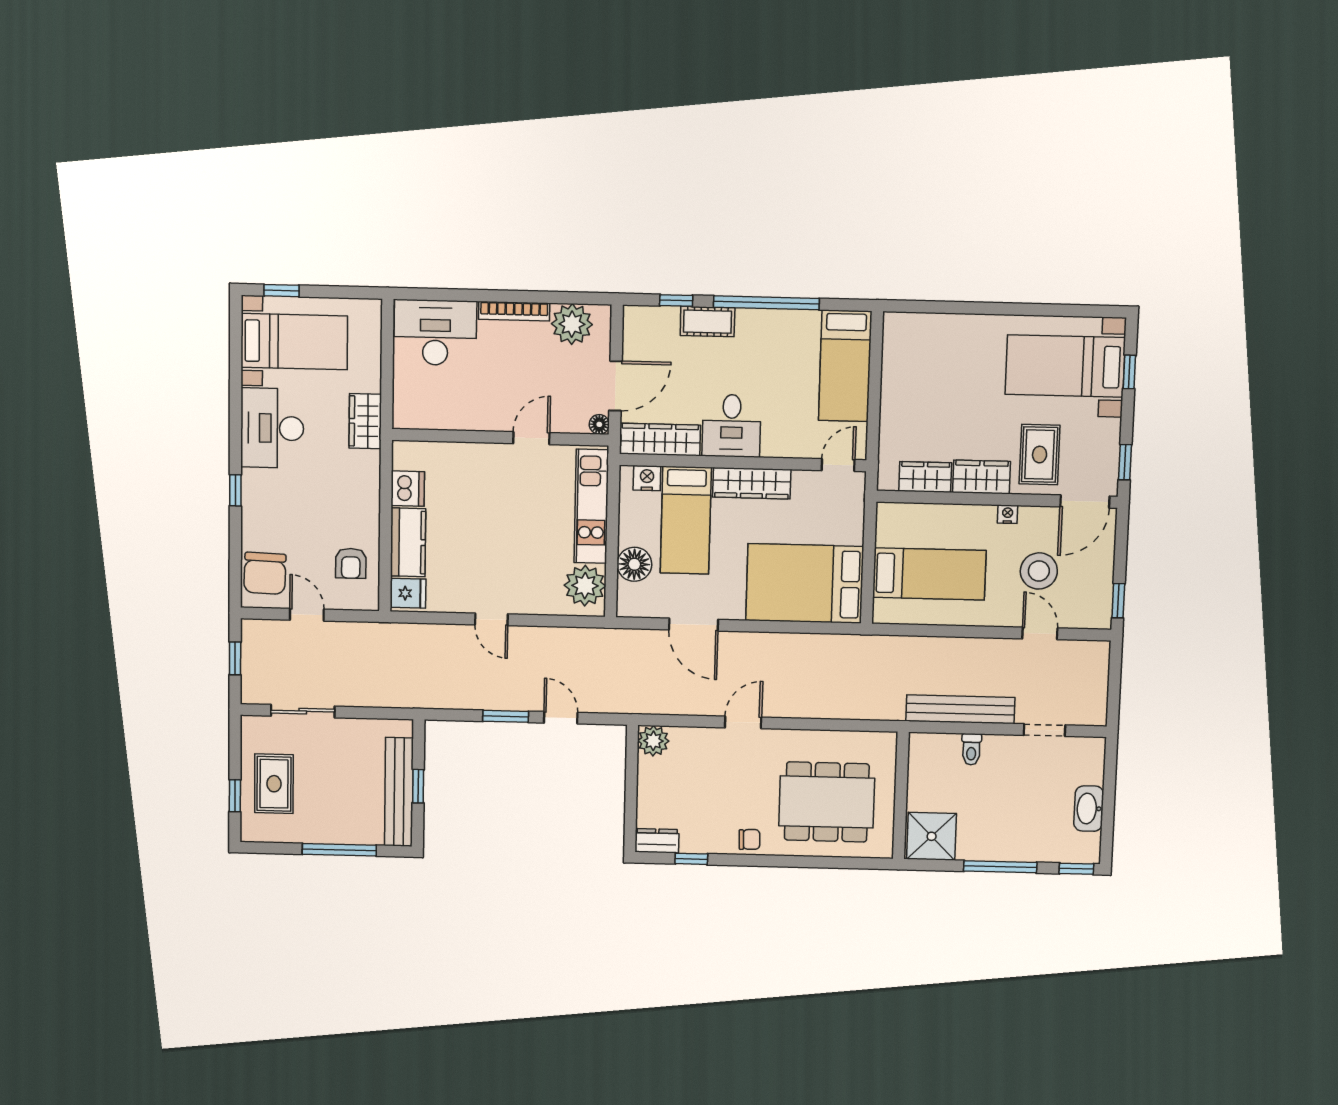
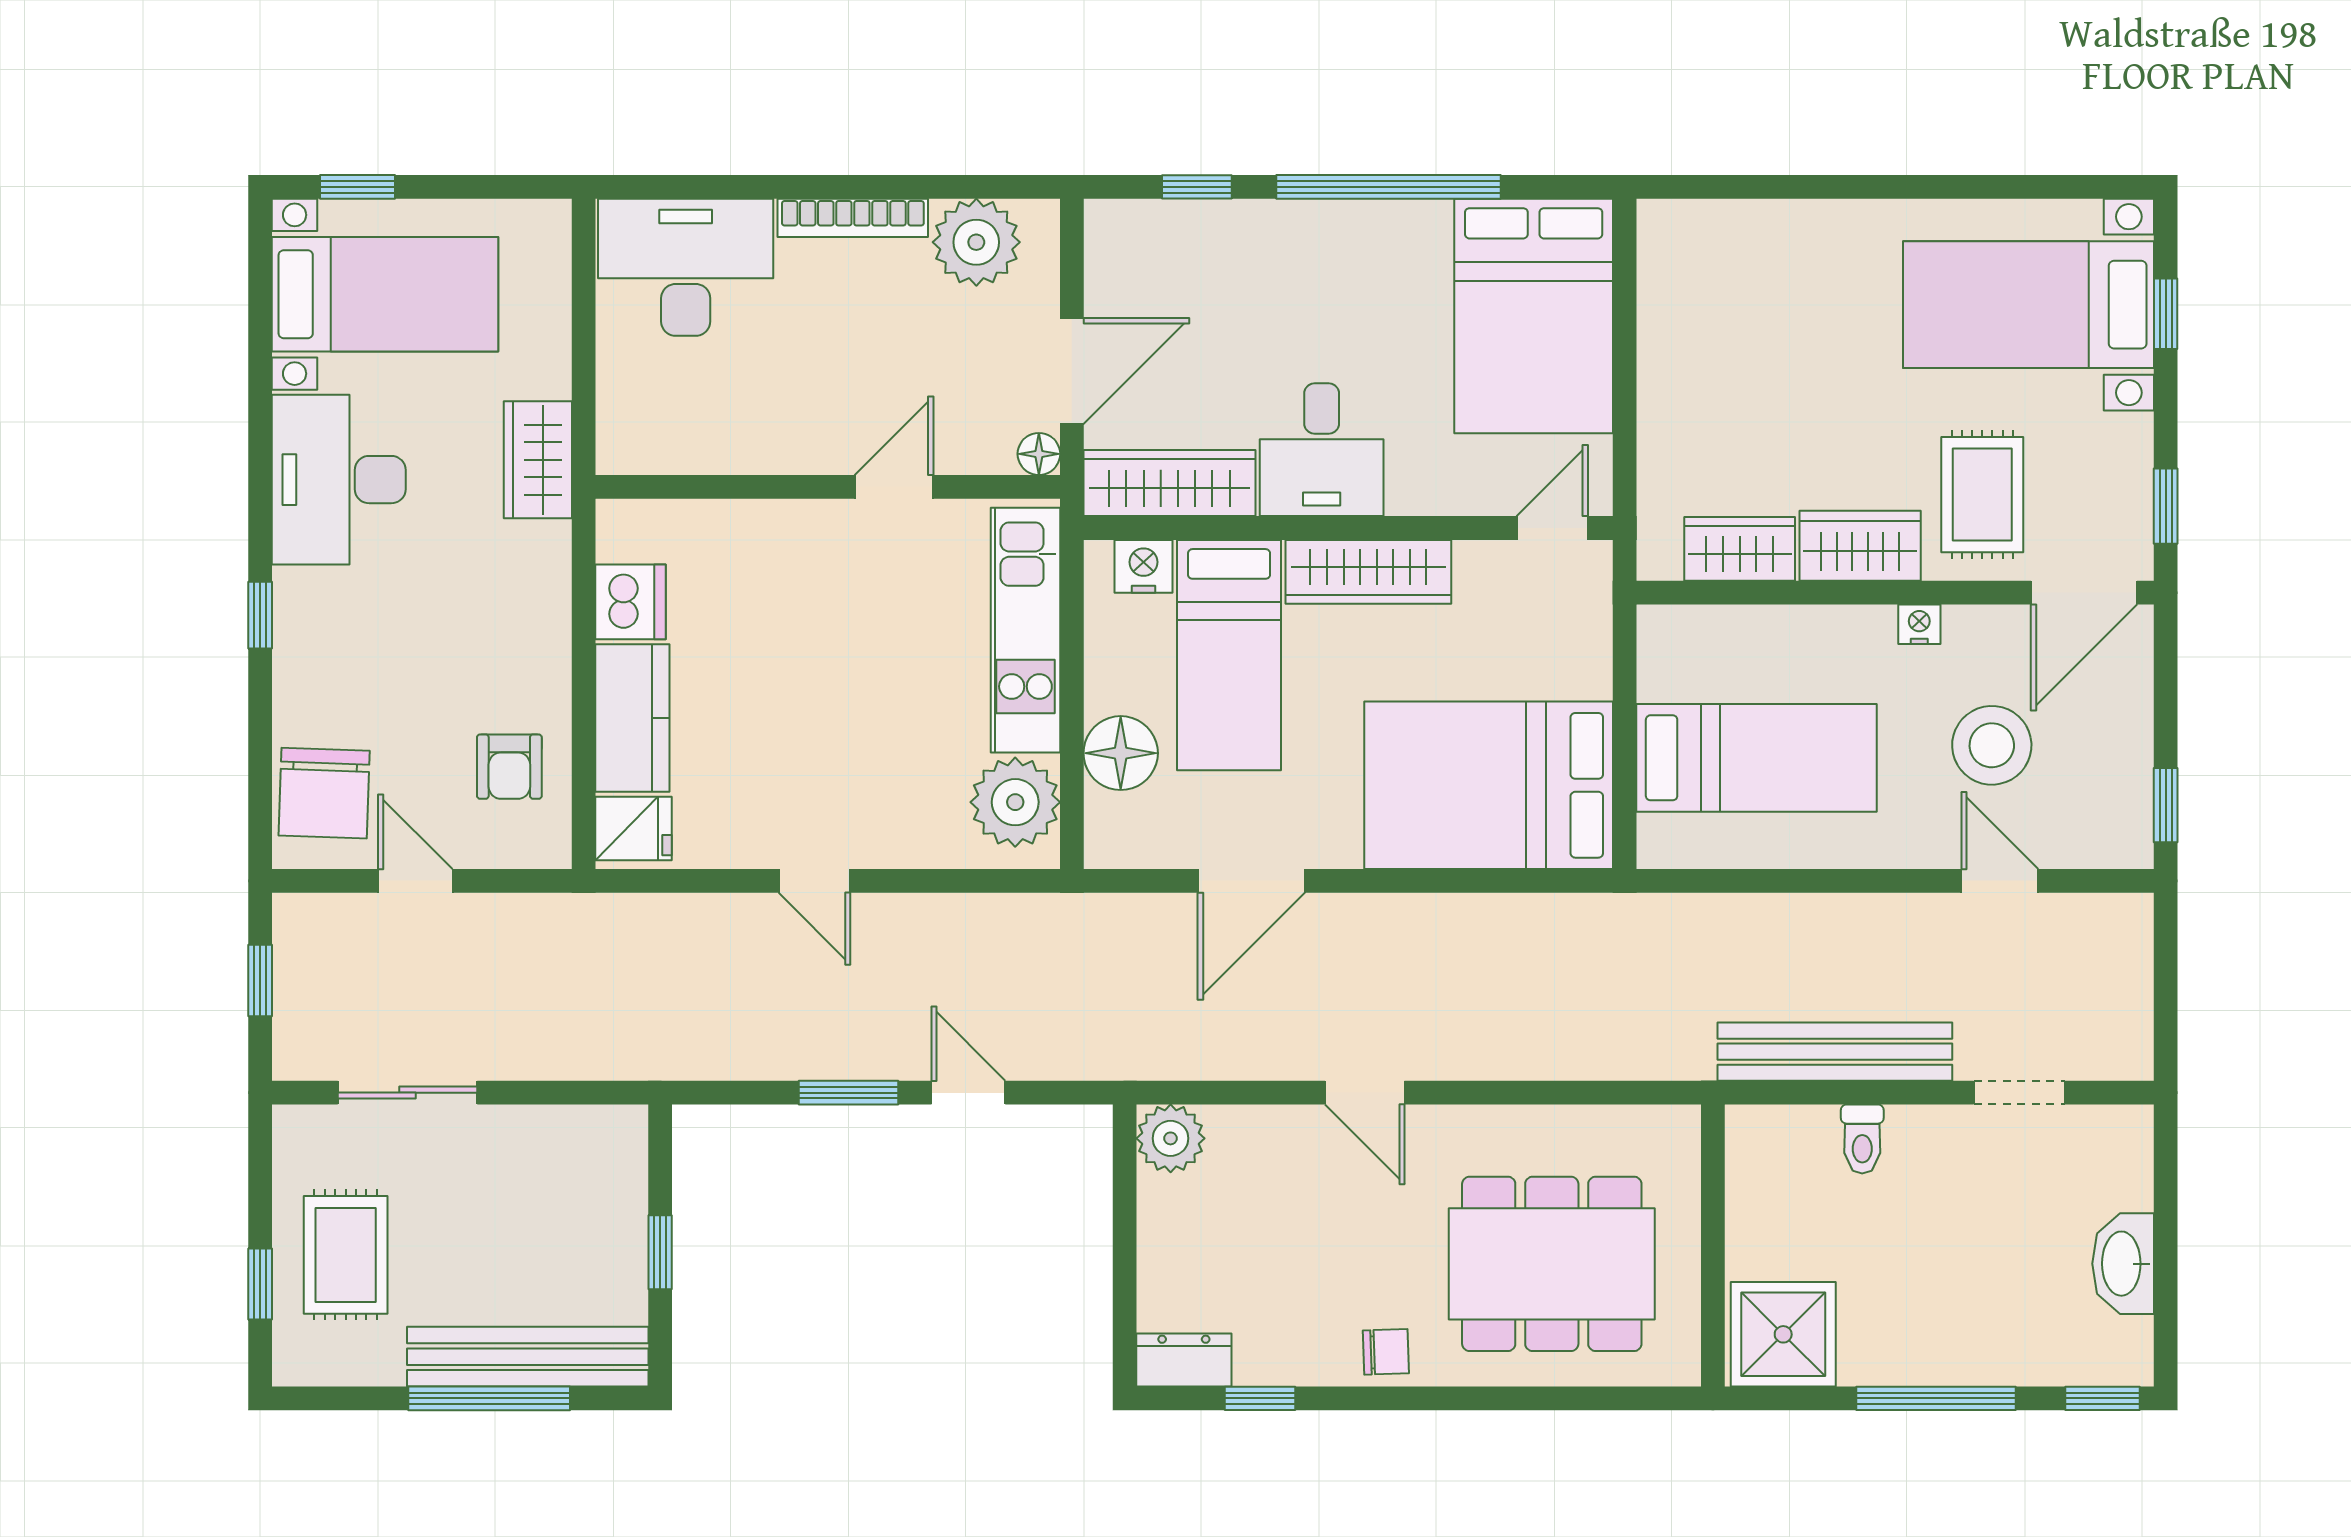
cot: (707, 322) -> (1264, 230), removed
bed: (845, 366) -> (1534, 316), width x1.50
door: (693, 625) -> (1251, 881), hinge flipped
door: (743, 722) -> (1365, 1093), swing flipped
bench: (399, 792) -> (528, 1357), moved, turned 90

